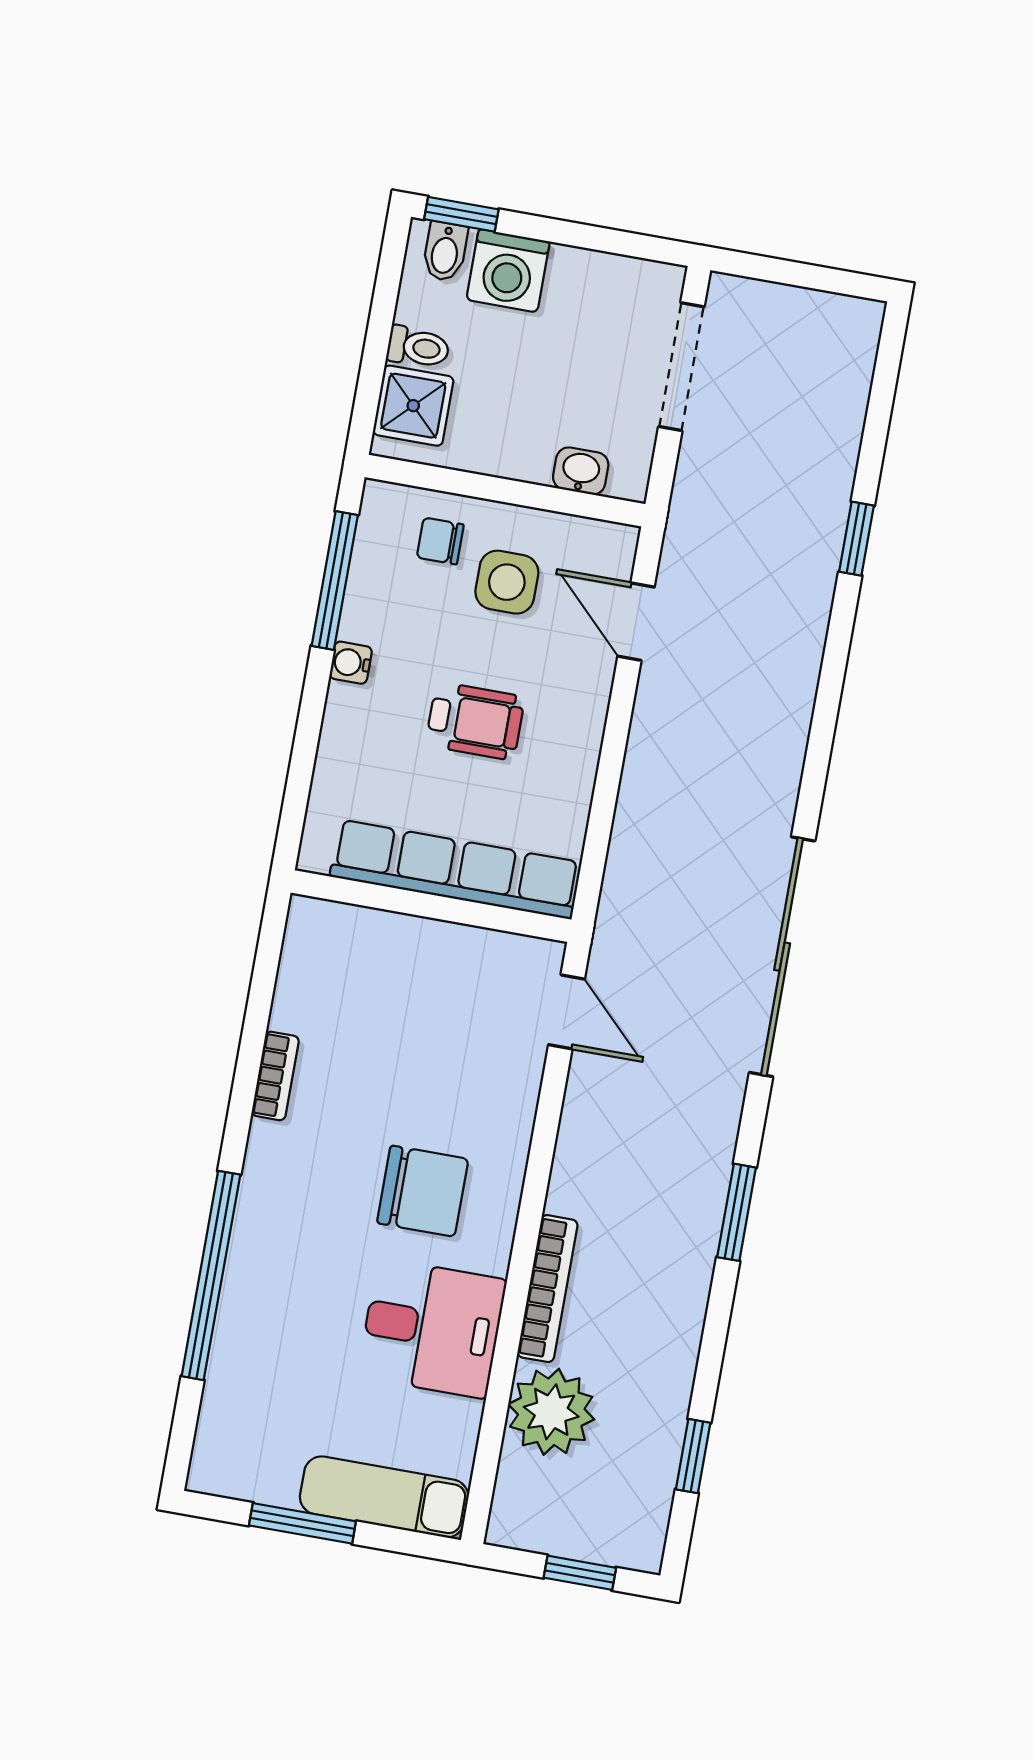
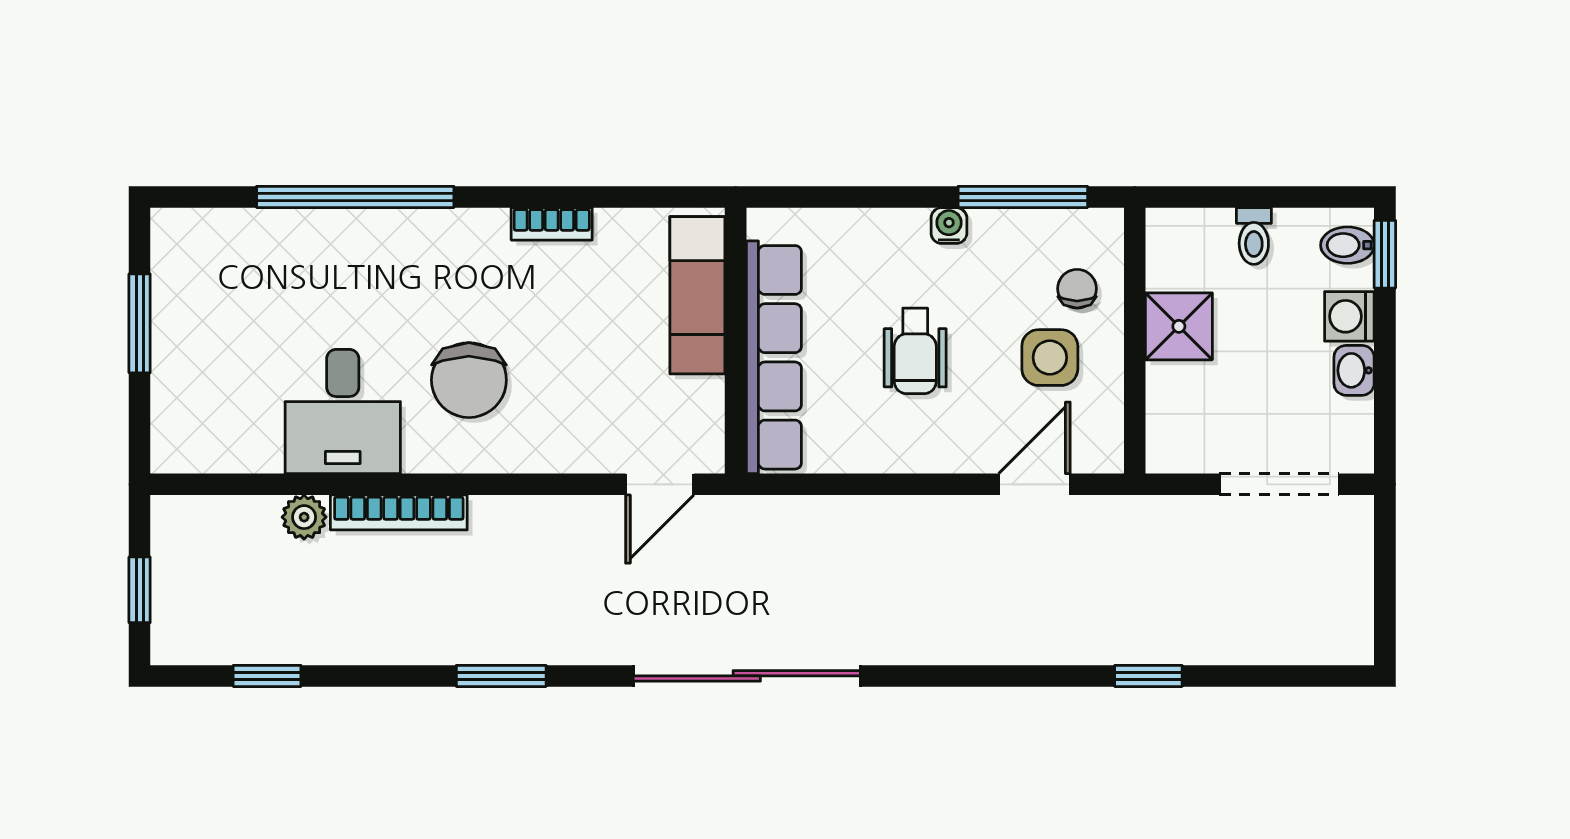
washing machine: (508, 271) -> (1349, 316), width x0.73, depth x0.73
shower: (413, 406) -> (1179, 326), moved
washbasin: (581, 471) -> (1354, 370), moved, turned 180
plant: (551, 1412) -> (304, 517), width x0.53, depth x0.53
exam couch: (384, 1497) -> (697, 295), moved, turned 180

